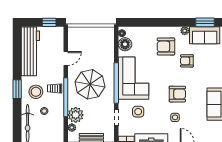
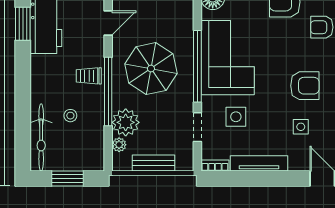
window: (17, 89) -> (23, 24), moved
stool: (36, 92) -> (56, 82), removed

